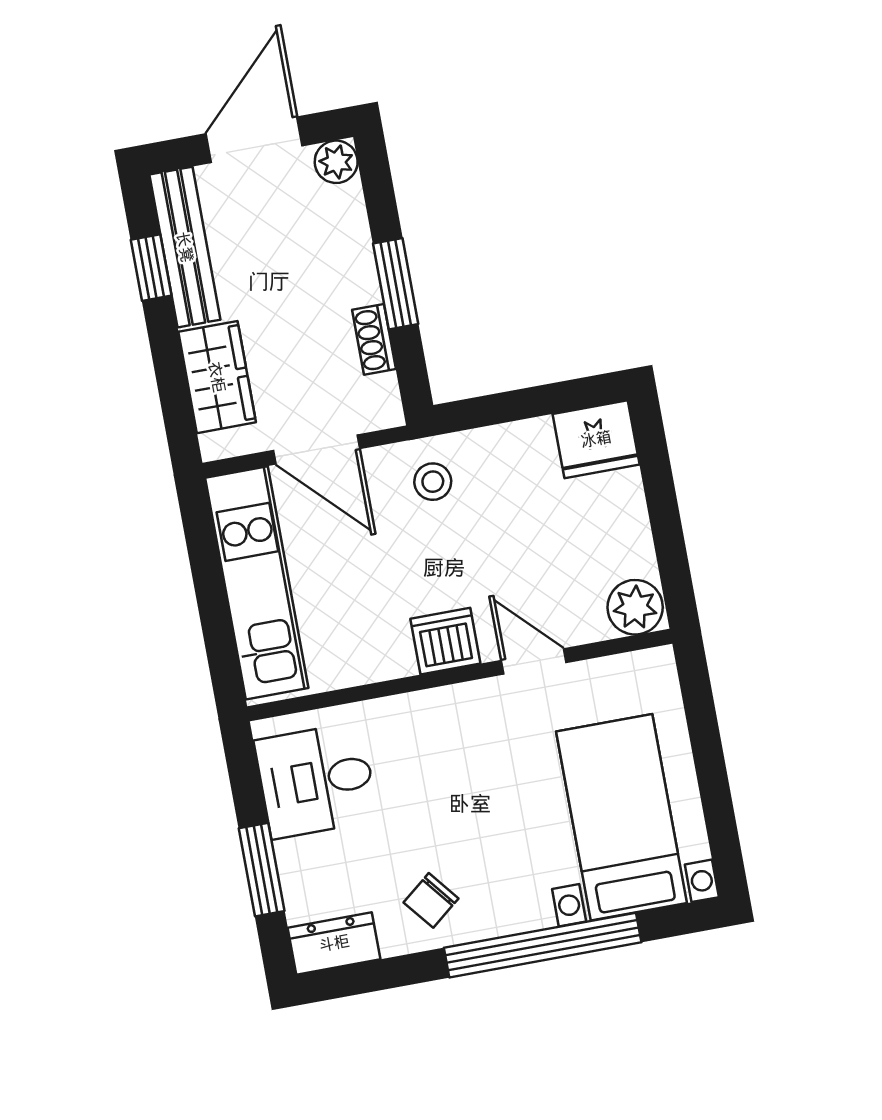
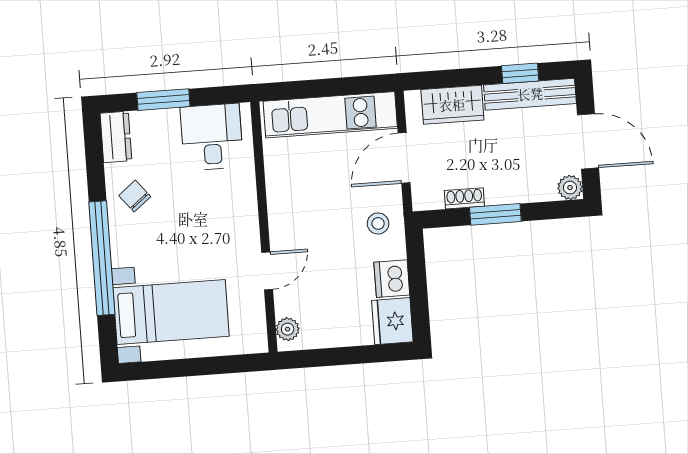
plant: (635, 607) -> (288, 329), width x0.73, depth x0.73
dishwasher: (445, 641) -> (392, 279), moved, turned 180

